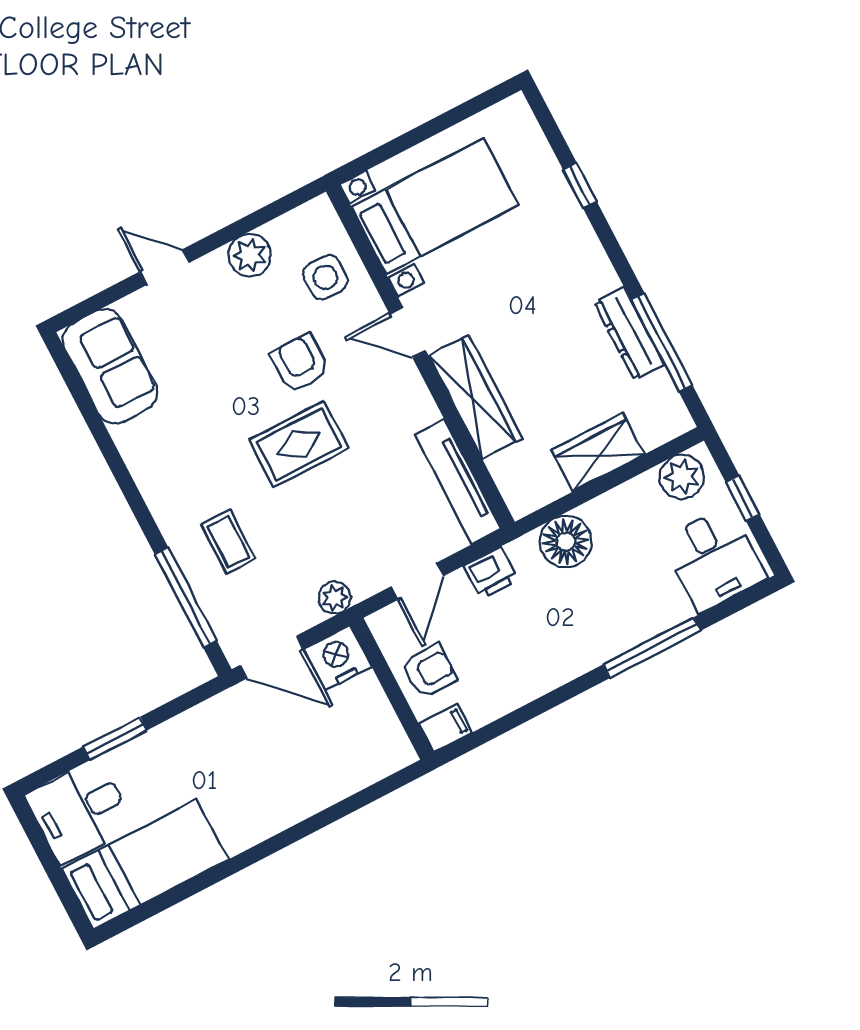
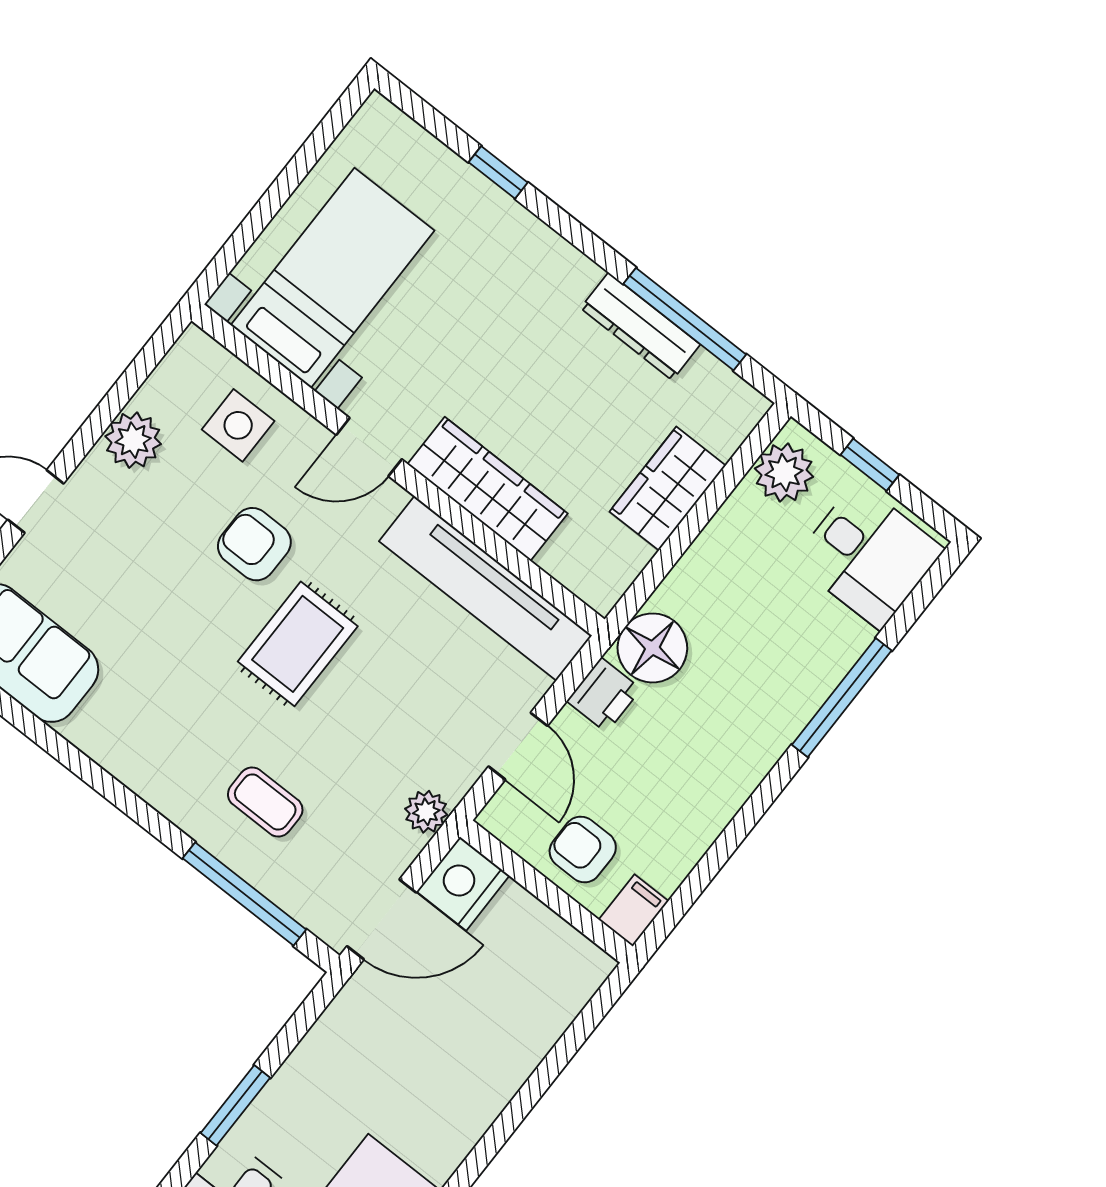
tv unit: (458, 482) -> (485, 588), width x1.36, depth x1.29
floor lamp: (566, 542) -> (652, 648), moved
armchair: (429, 671) -> (583, 849), turned -90

